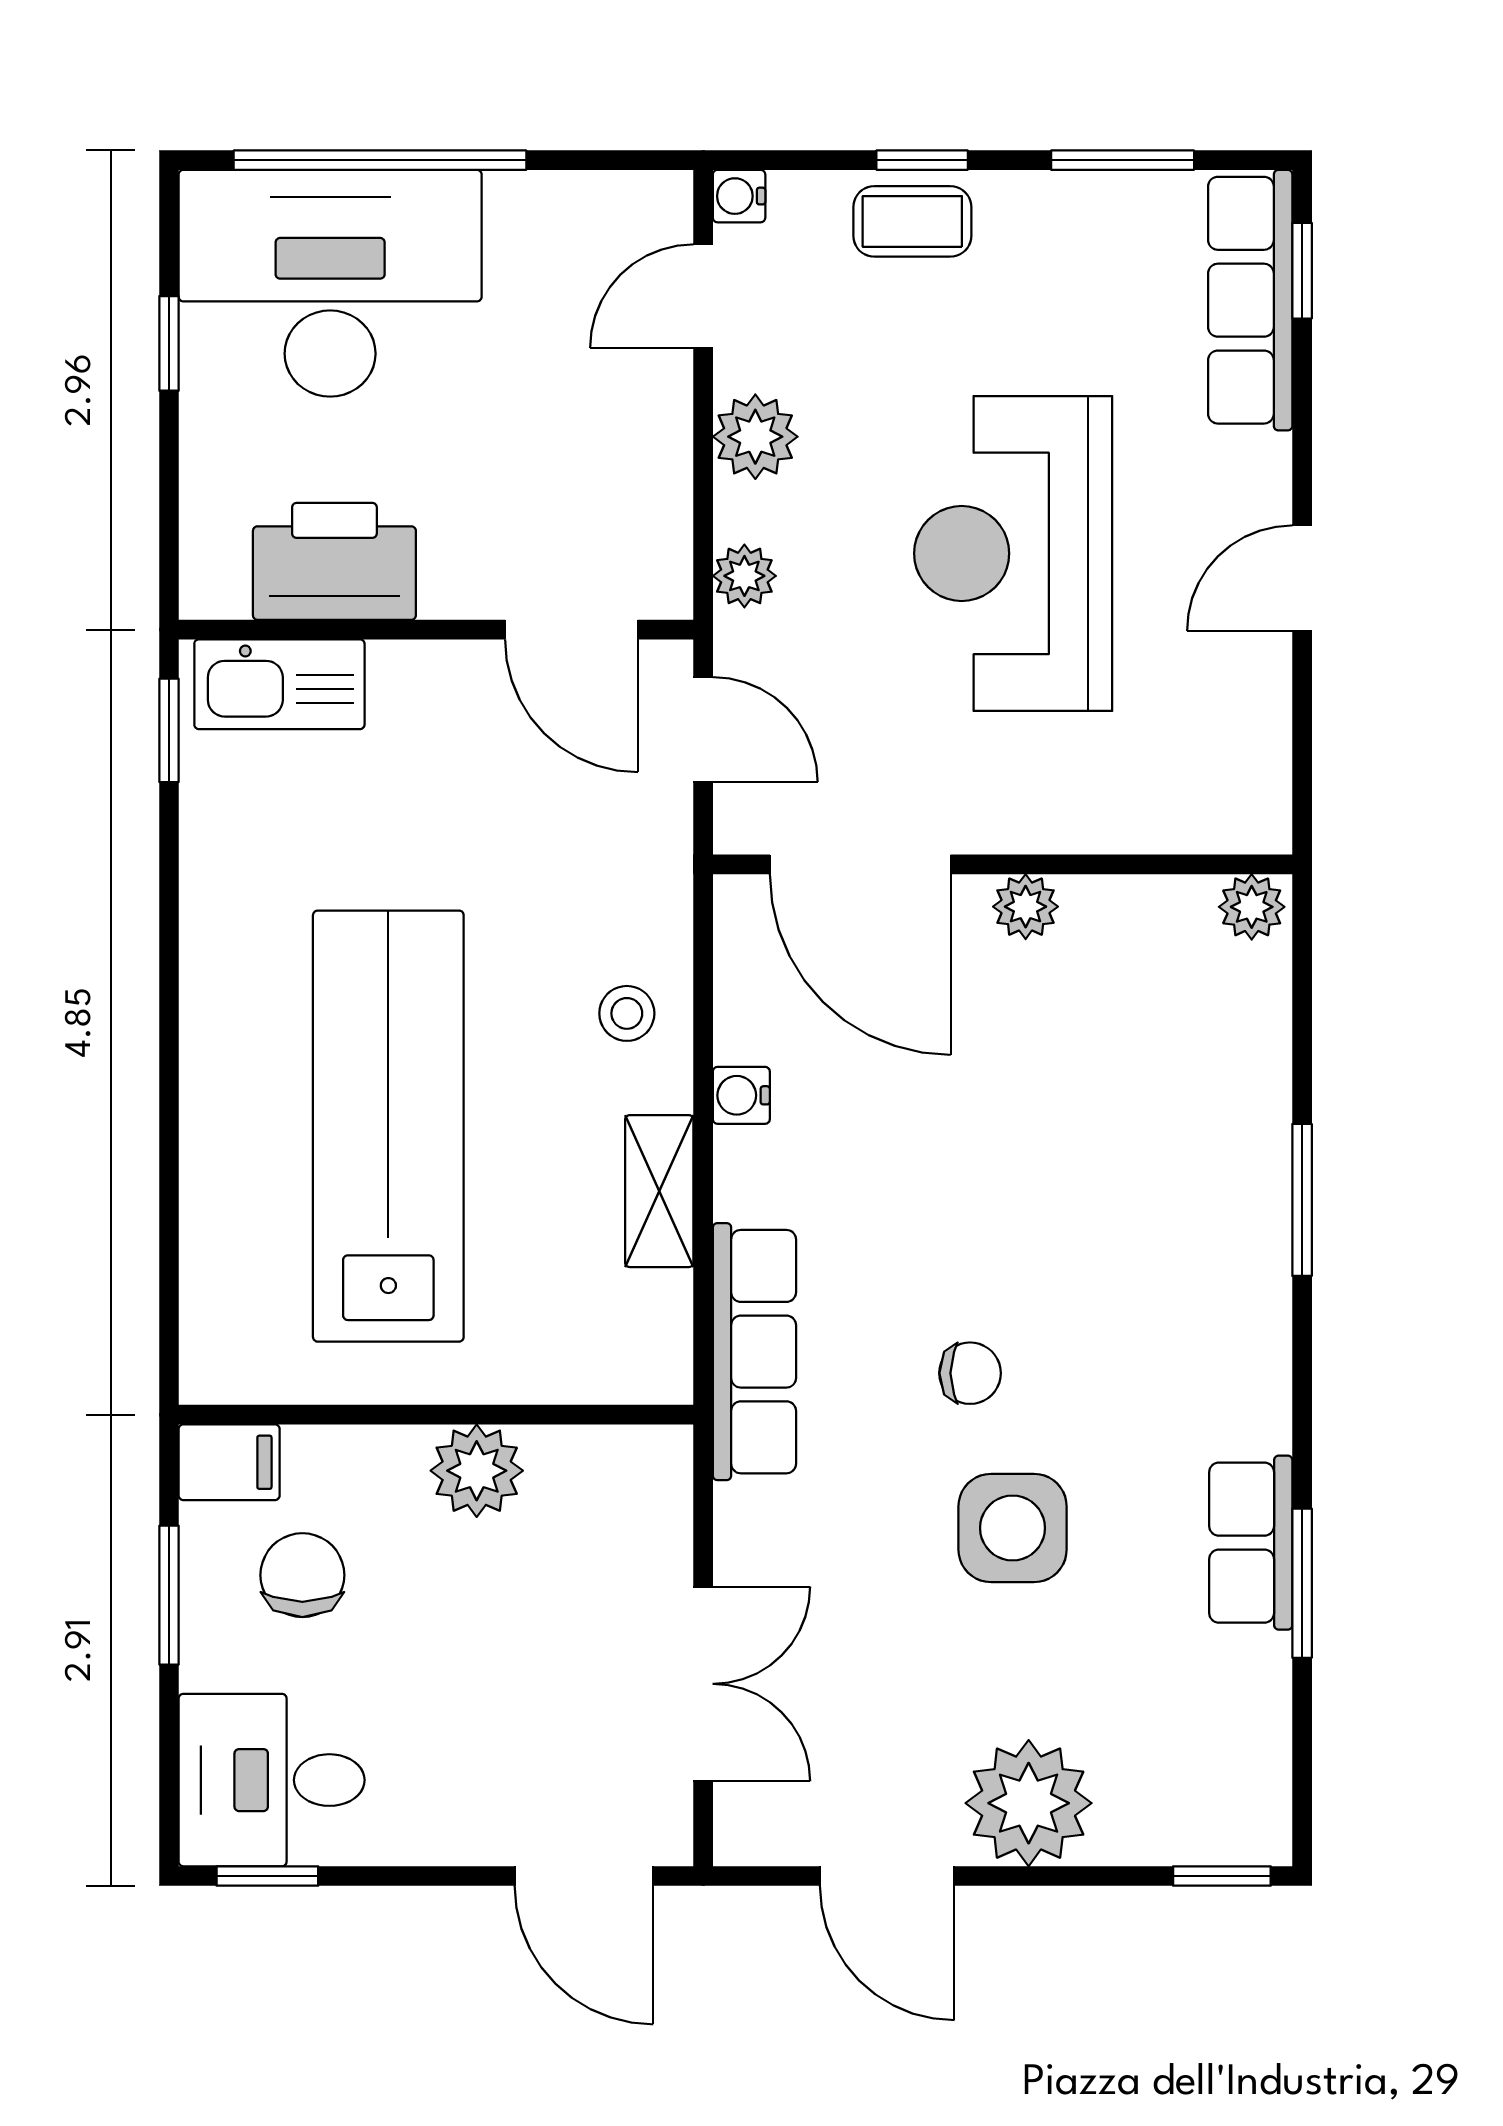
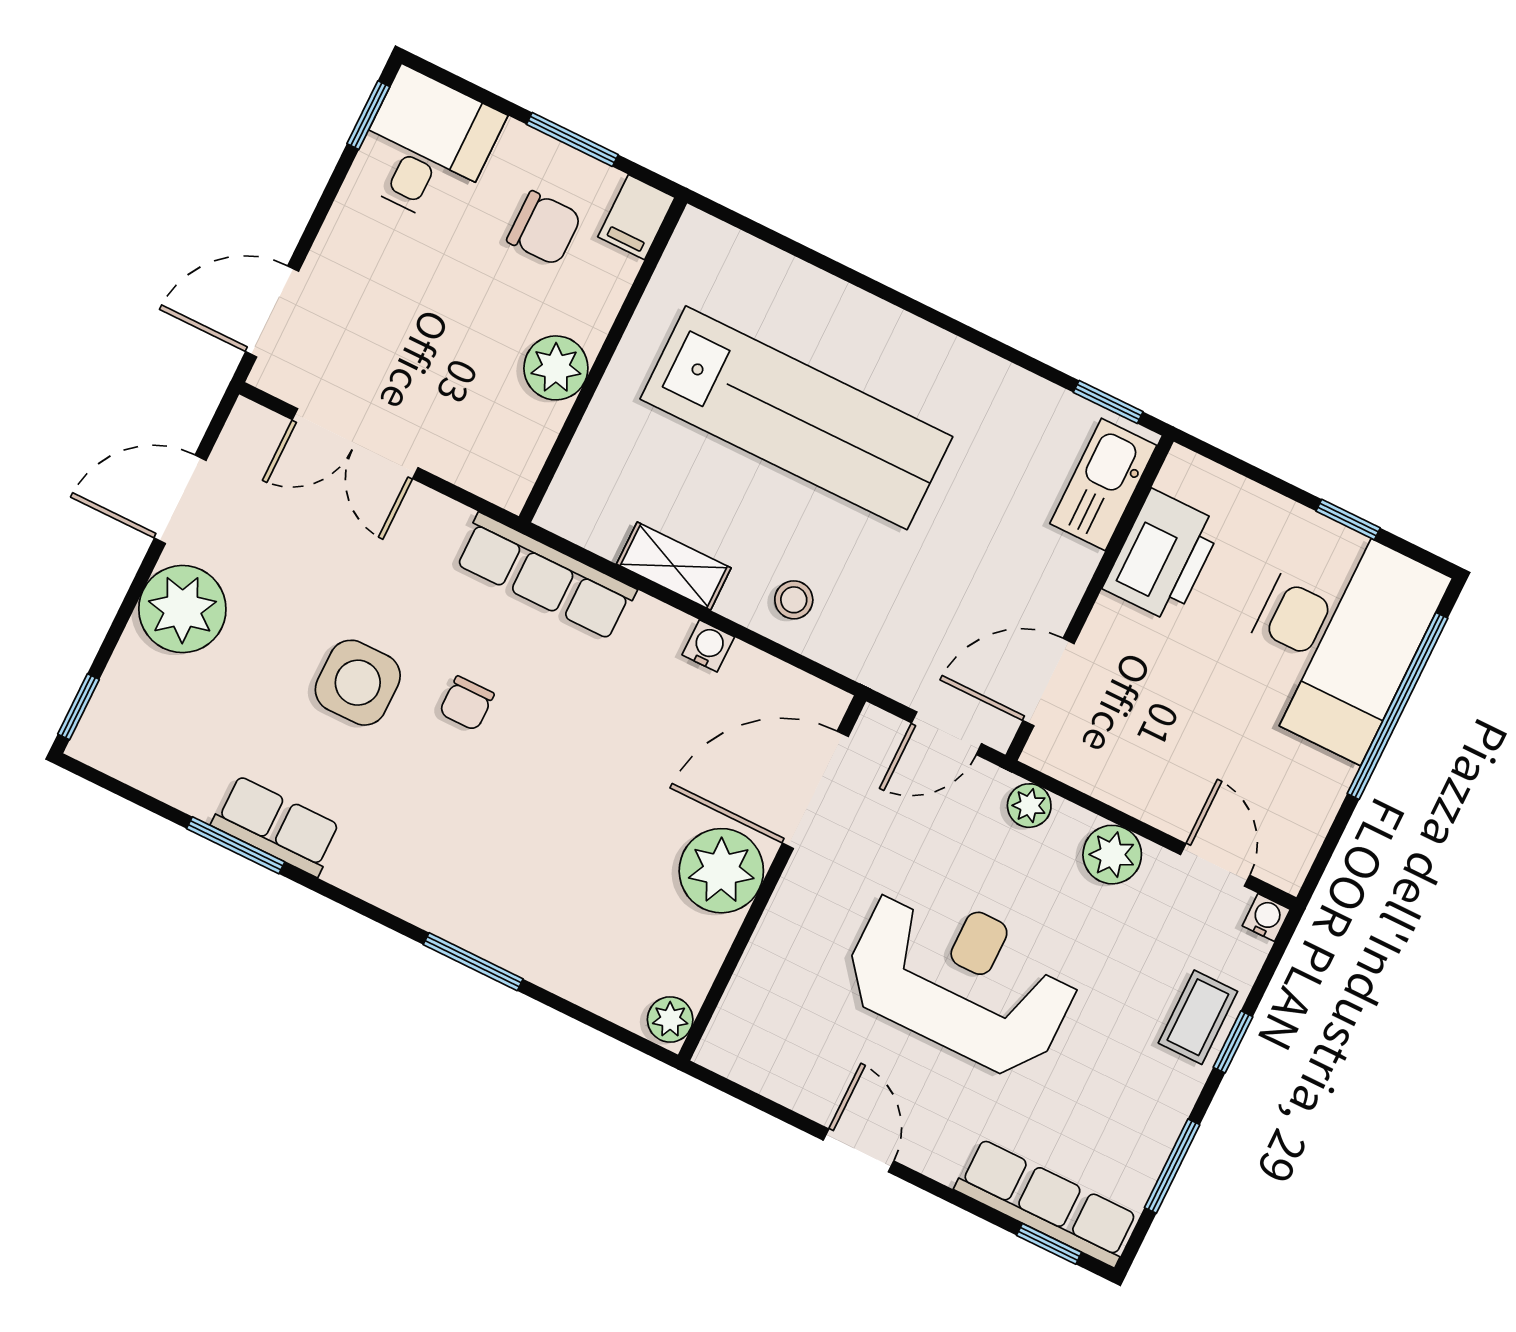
plant: (1026, 907) -> (721, 871), width x1.87, depth x1.87

